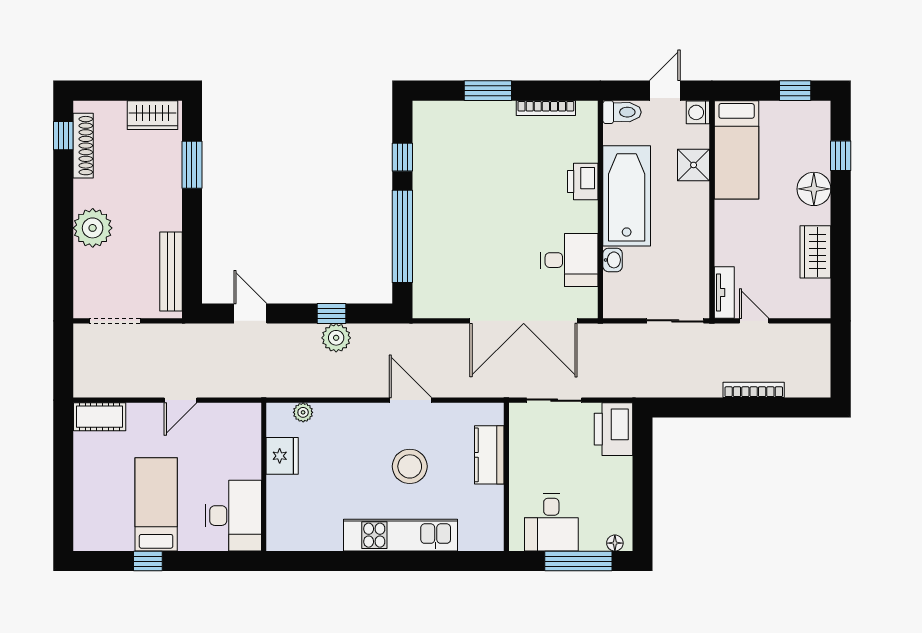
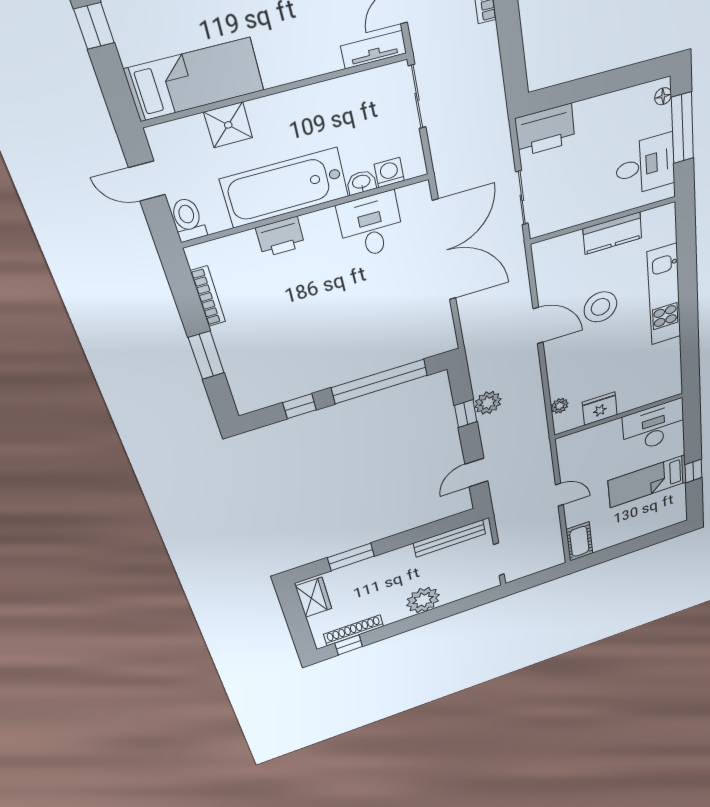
washing machine: (698, 112) -> (389, 173), moved, turned 180
door: (410, 400) -> (538, 326), swing flipped
kitchen counter: (489, 455) -> (612, 233), moved

